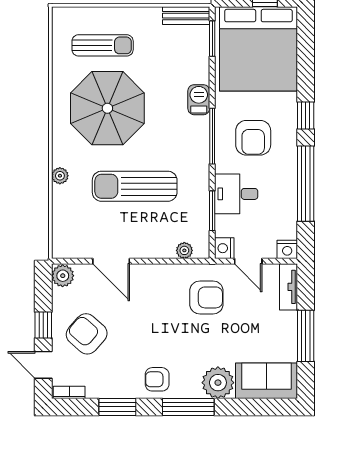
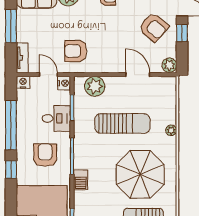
plant: (184, 250) -> (95, 86), width x1.87, depth x1.87

